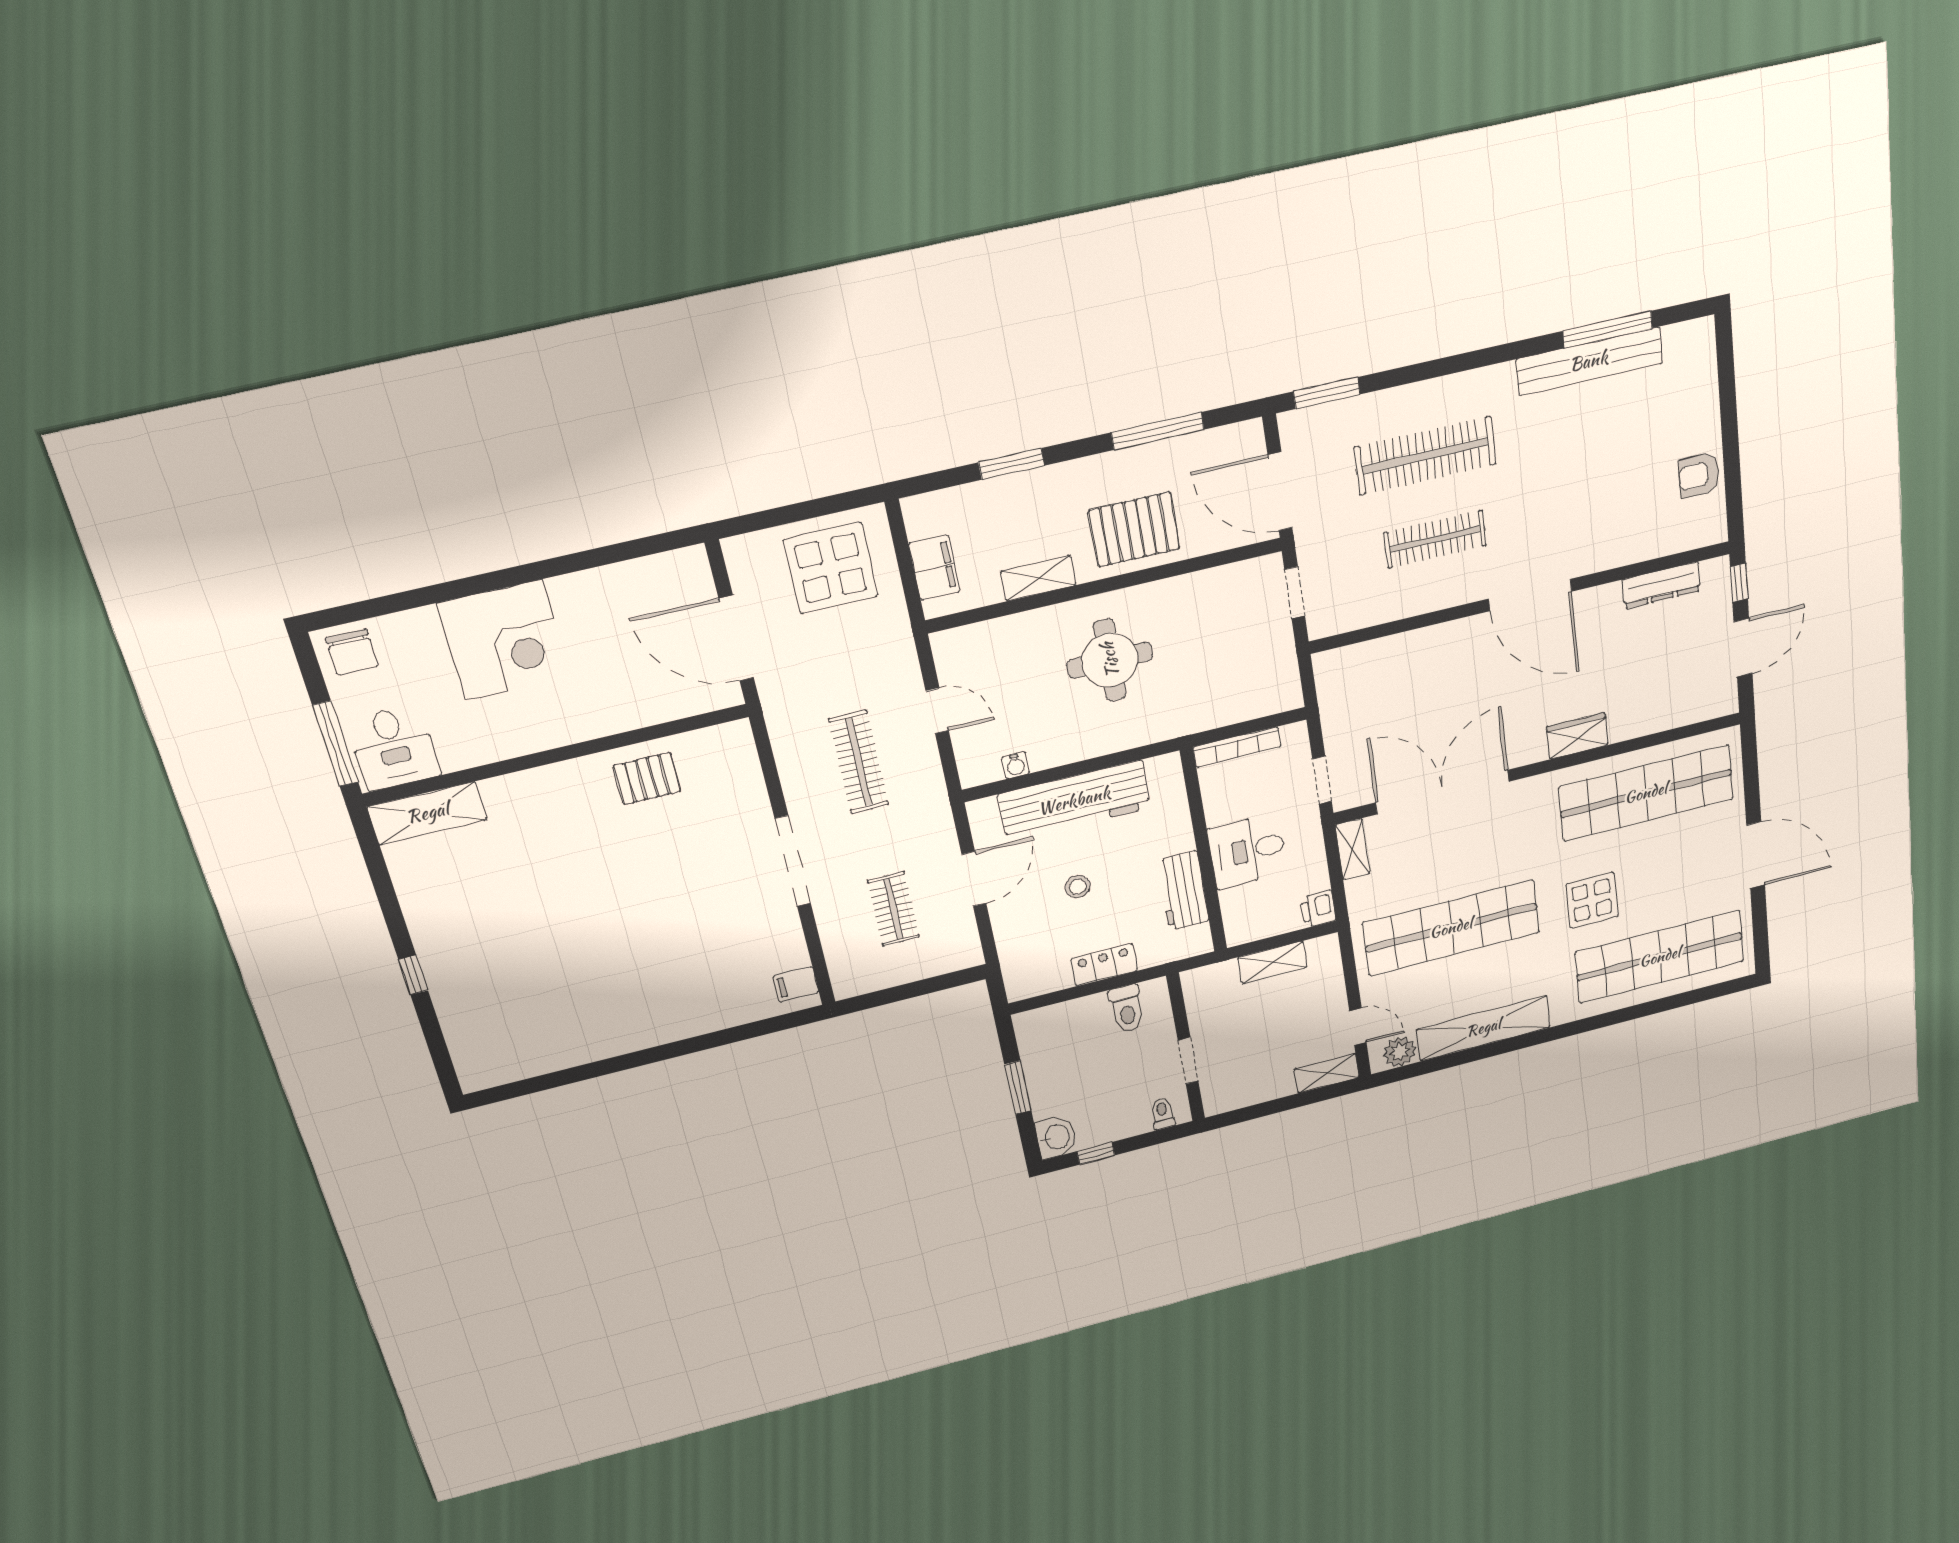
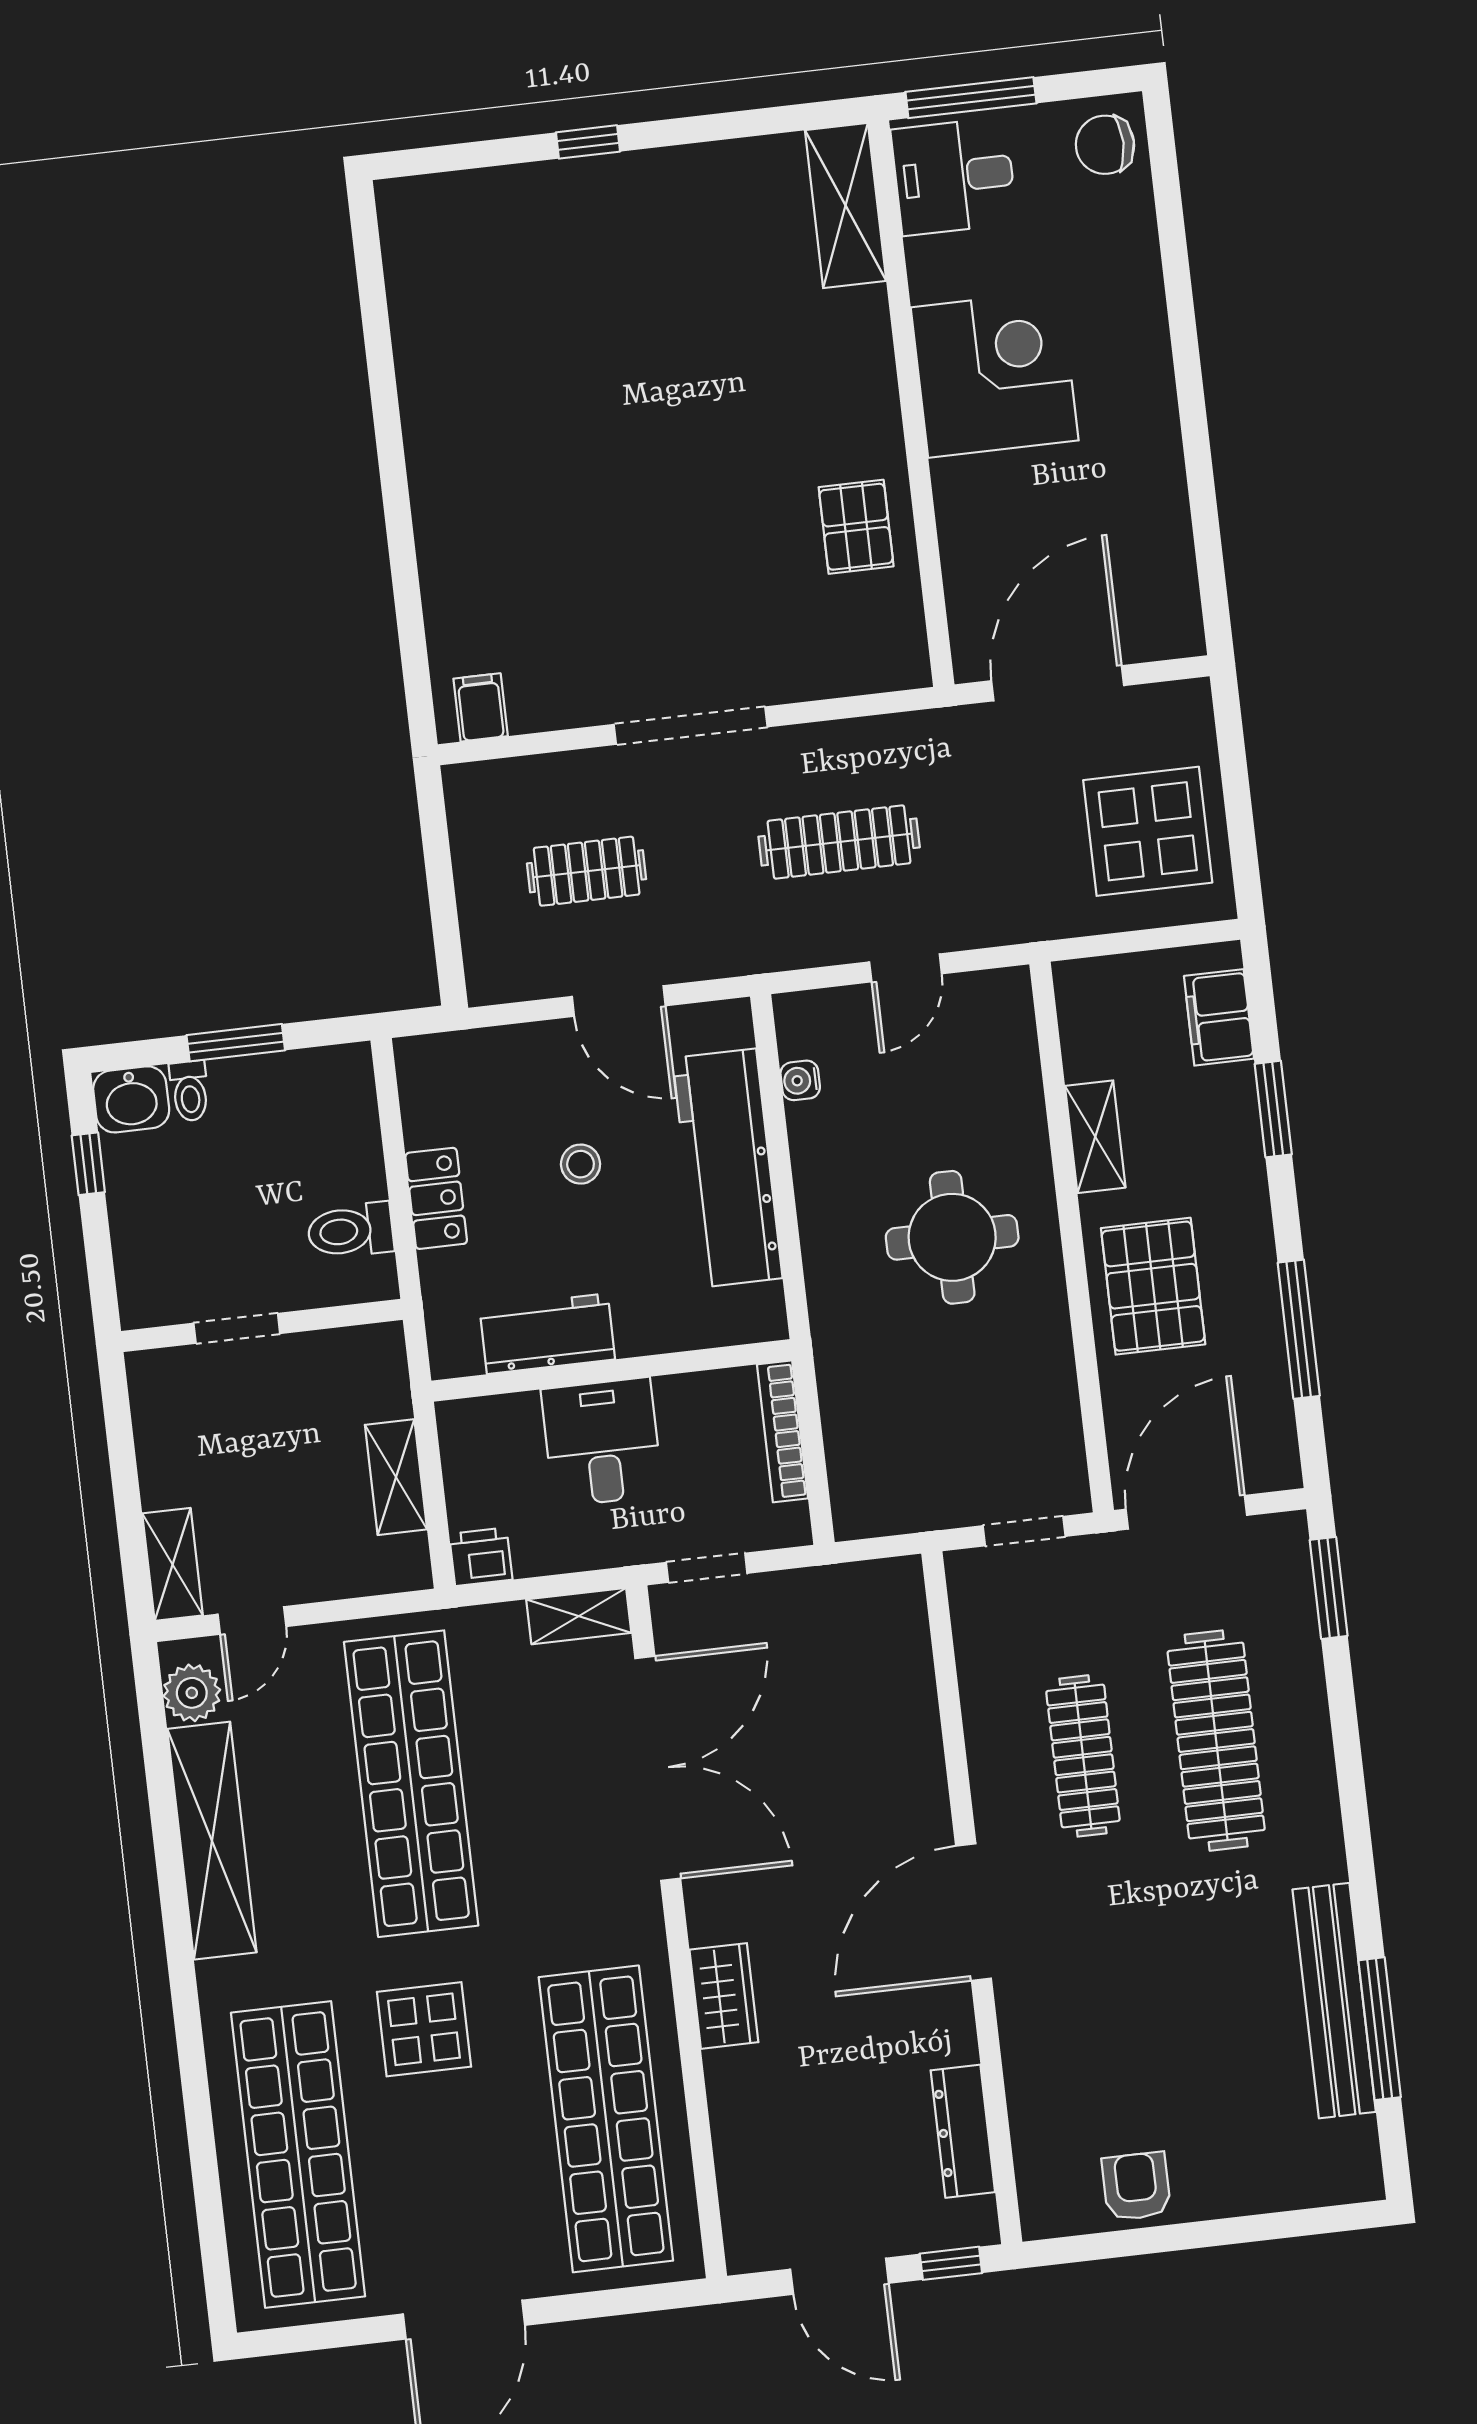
filing cabinet: (934, 568) -> (1219, 1017), moved, turned 90
corner desk: (504, 640) -> (995, 374), moved, turned 180
toilet: (1163, 1113) -> (190, 1091), moved, turned 90

